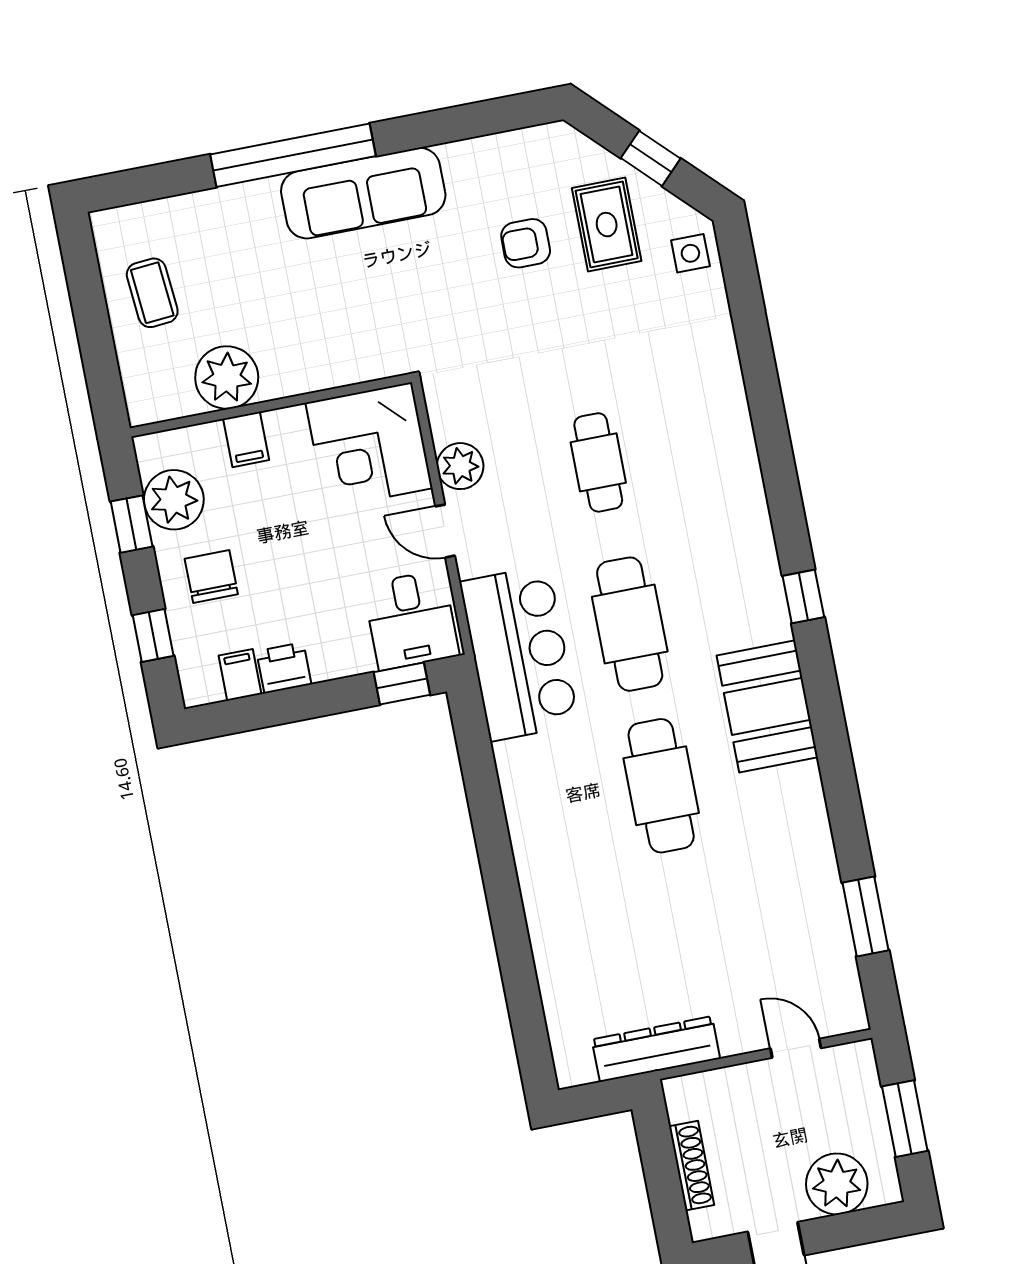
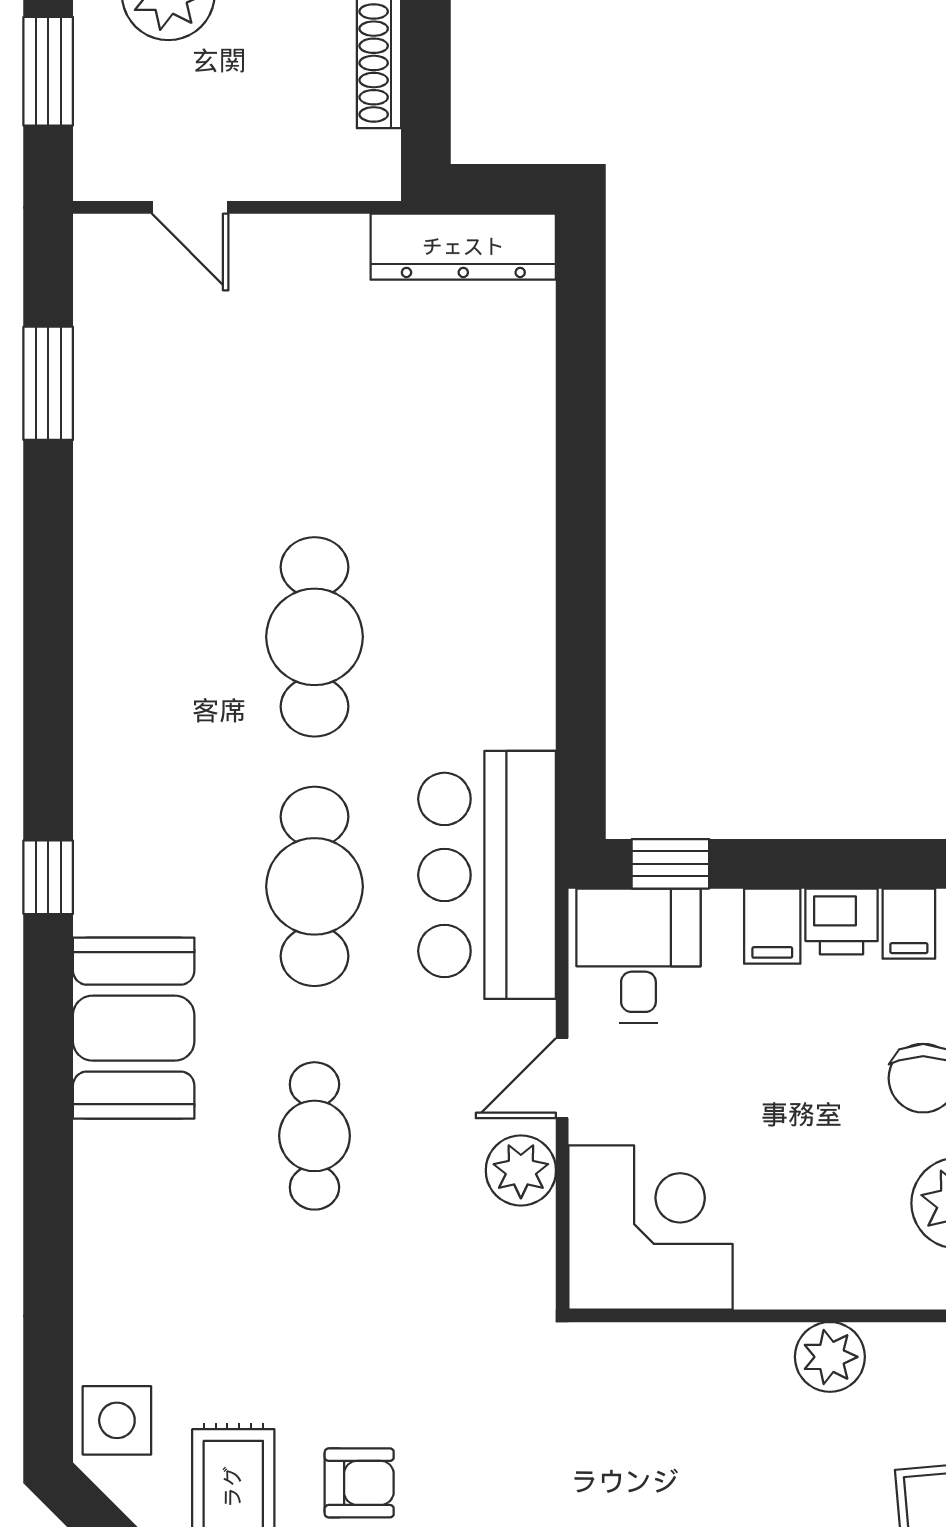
side table: (690, 253) -> (117, 1420), width x1.37, depth x1.37
plant: (227, 378) -> (830, 1357), width x0.73, depth x0.73
filing cabinet: (246, 439) -> (772, 926), moved, turned 180
door: (445, 531) -> (562, 1078), swing flipped
booth: (767, 706) -> (134, 1028), moved
dresser: (656, 1049) -> (463, 247), moved

